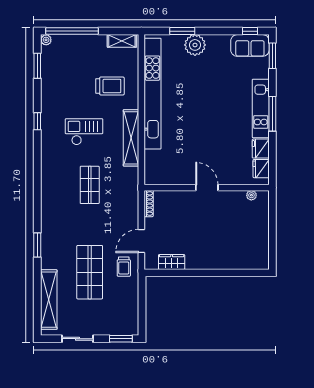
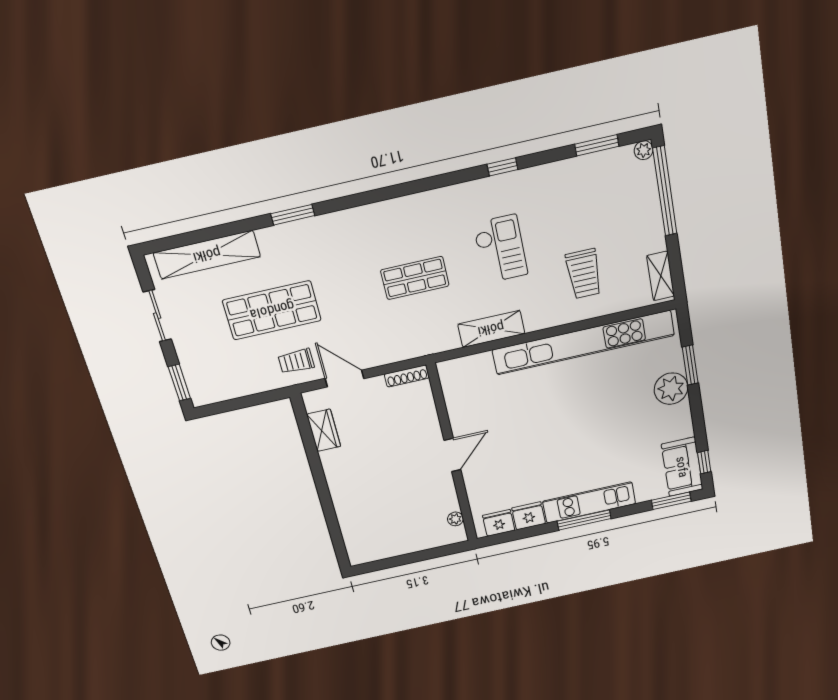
shelving: (131, 138) -> (491, 329), width x0.68

